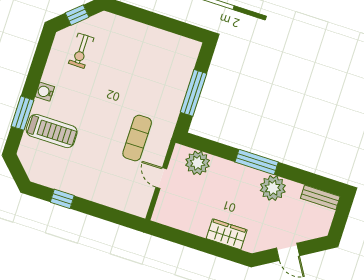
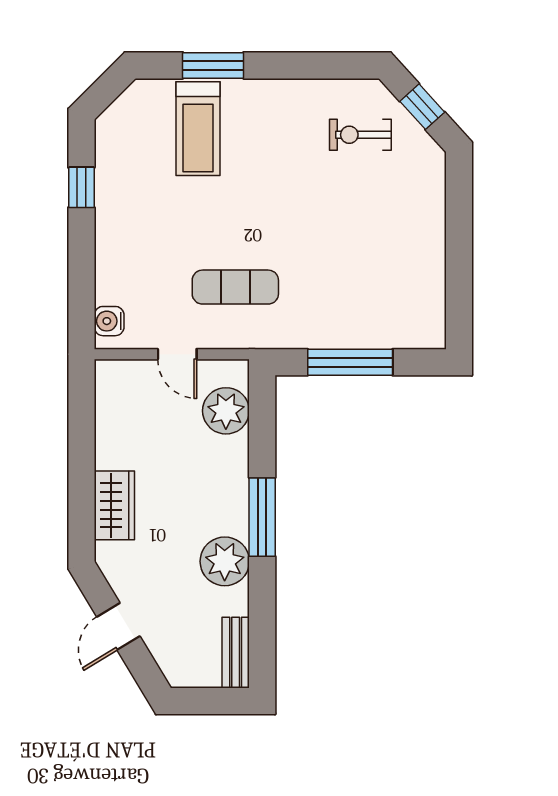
water cooler: (45, 92) -> (109, 321), moved, turned -90
door: (161, 178) -> (177, 354), swing flipped

